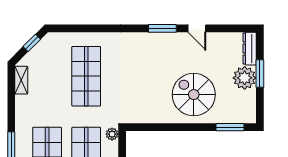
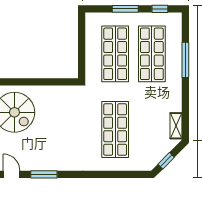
plant: (112, 134) -> (91, 75), removed

